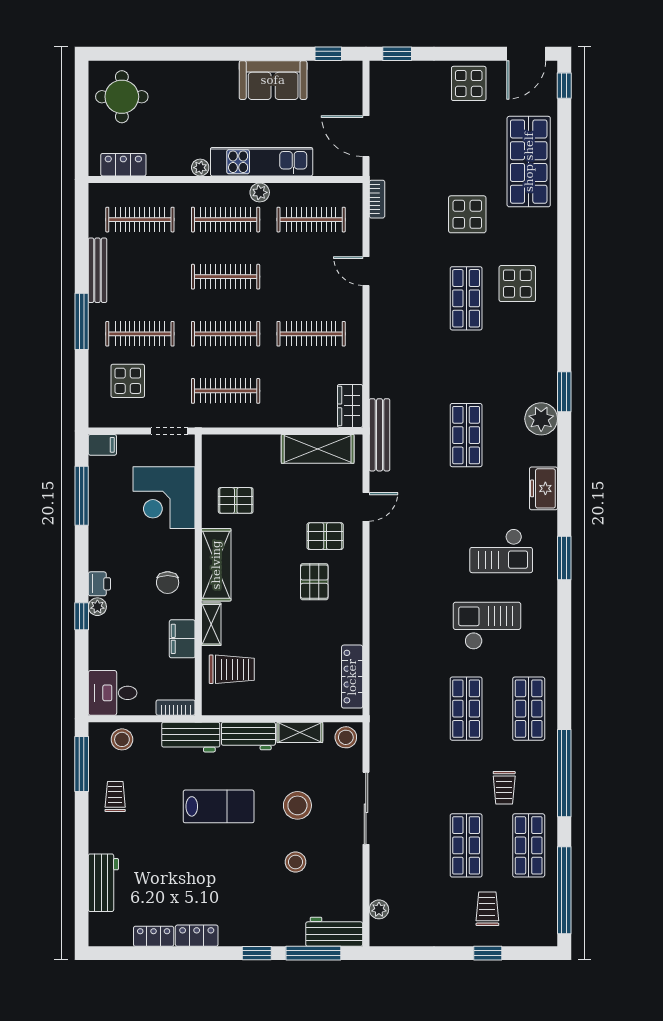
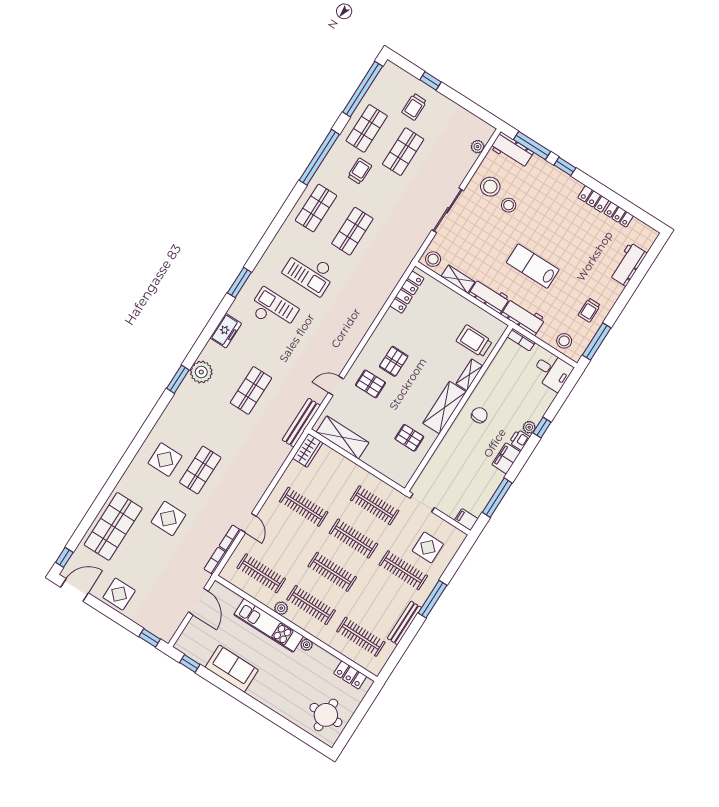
bookcase: (377, 238) -> (230, 538), added
corner desk: (164, 498) -> (450, 466), removed
filing cabinet: (182, 639) -> (506, 458), moved, turned 180
stool: (297, 805) -> (490, 187), moved

